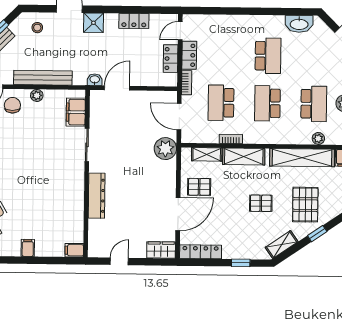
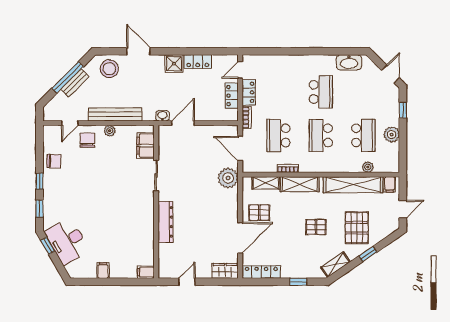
shower: (93, 23) -> (174, 64), moved
stool: (37, 28) -> (109, 69), width x1.89, depth x1.89

